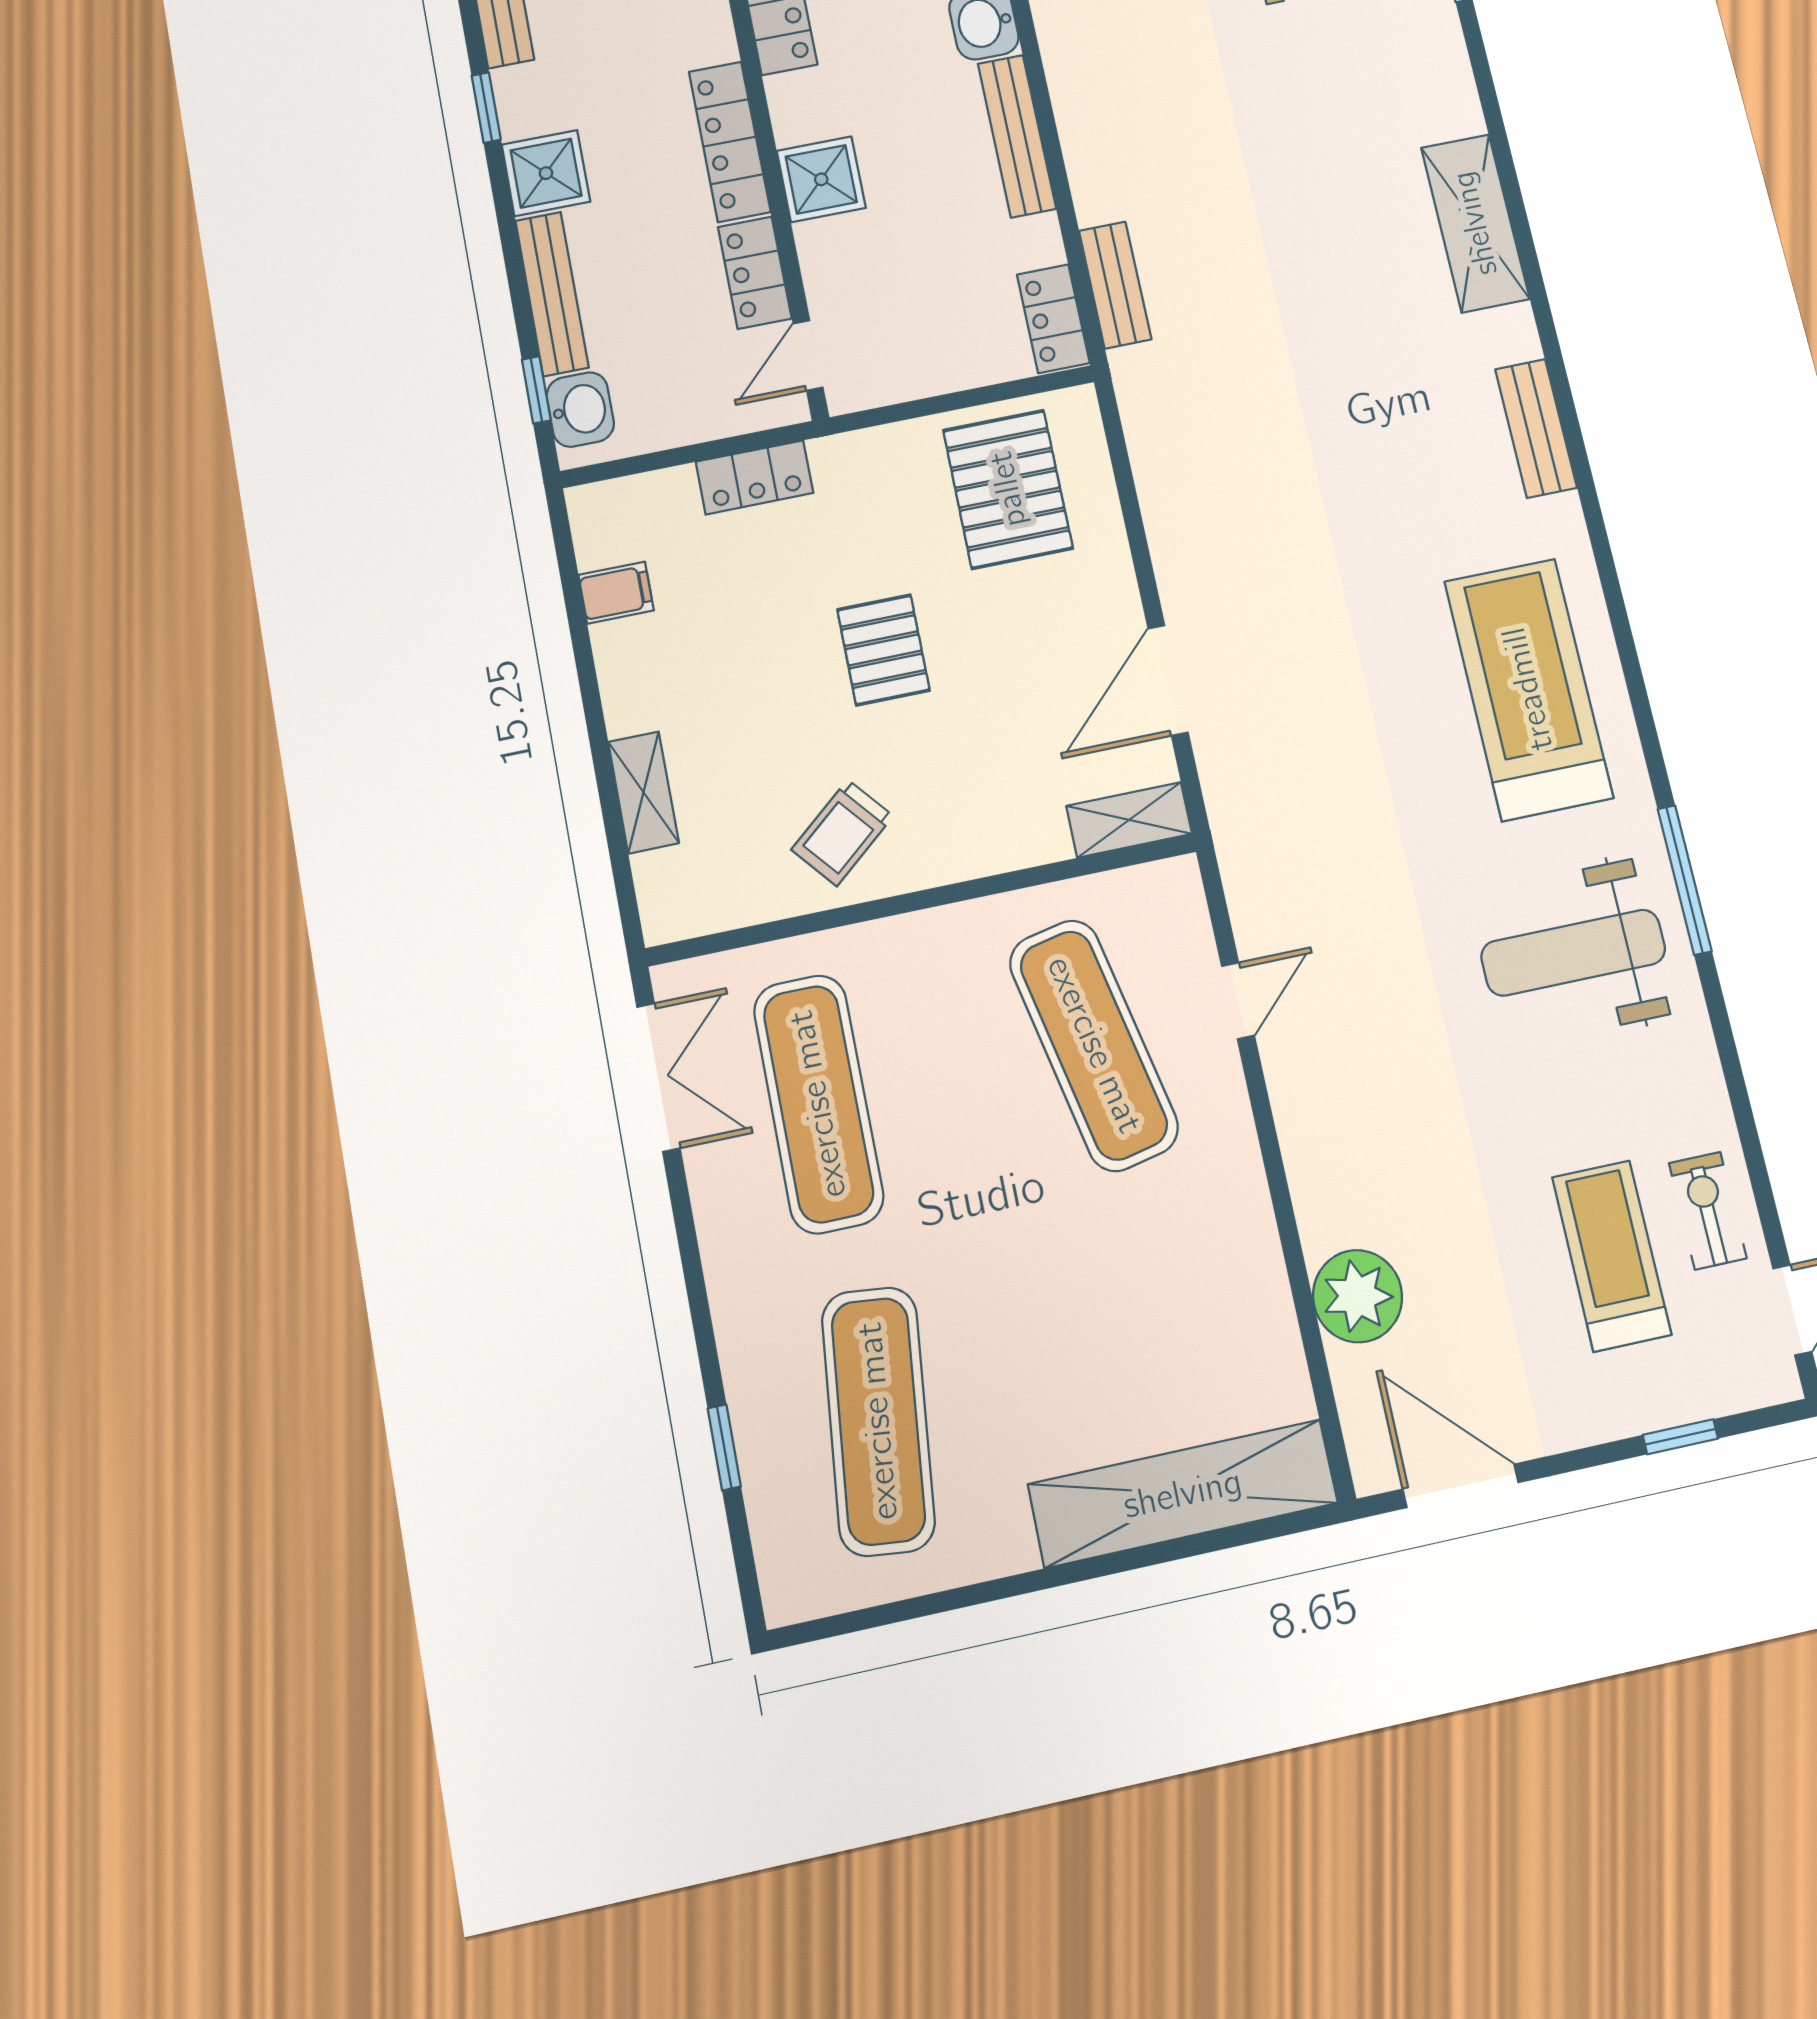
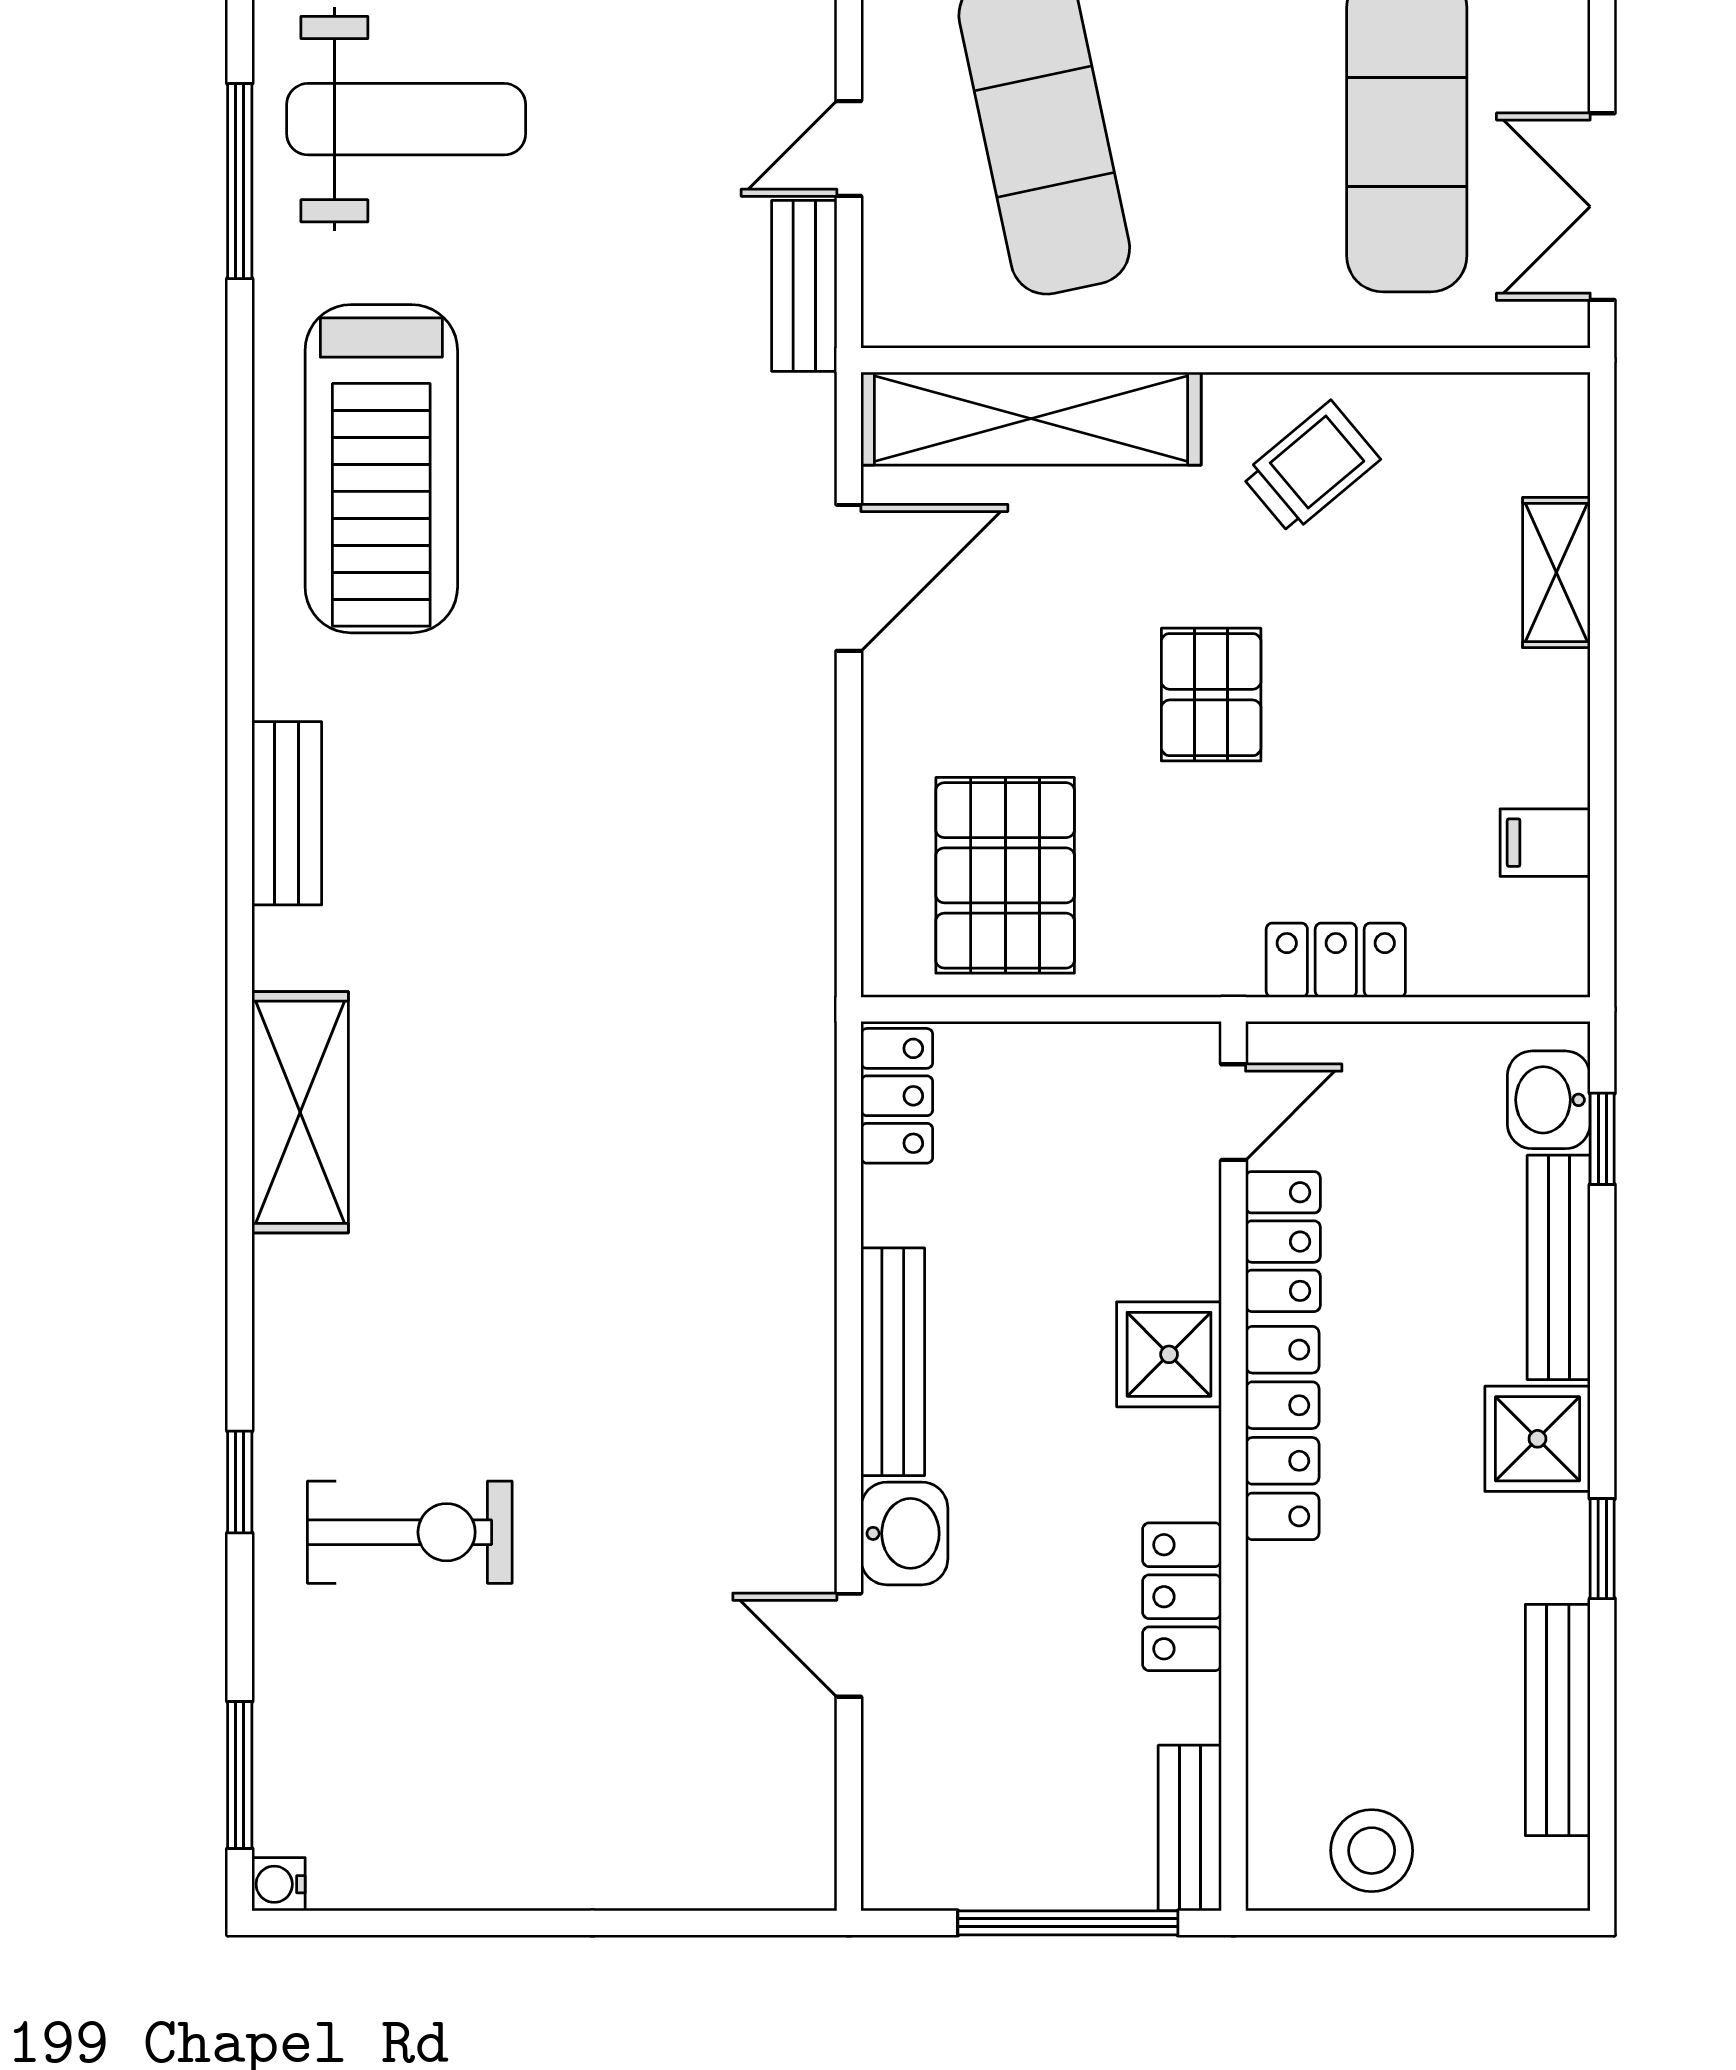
bench: (1115, 285) -> (804, 286), moved
shelving: (1129, 820) -> (1031, 419), width x2.20, depth x1.33

